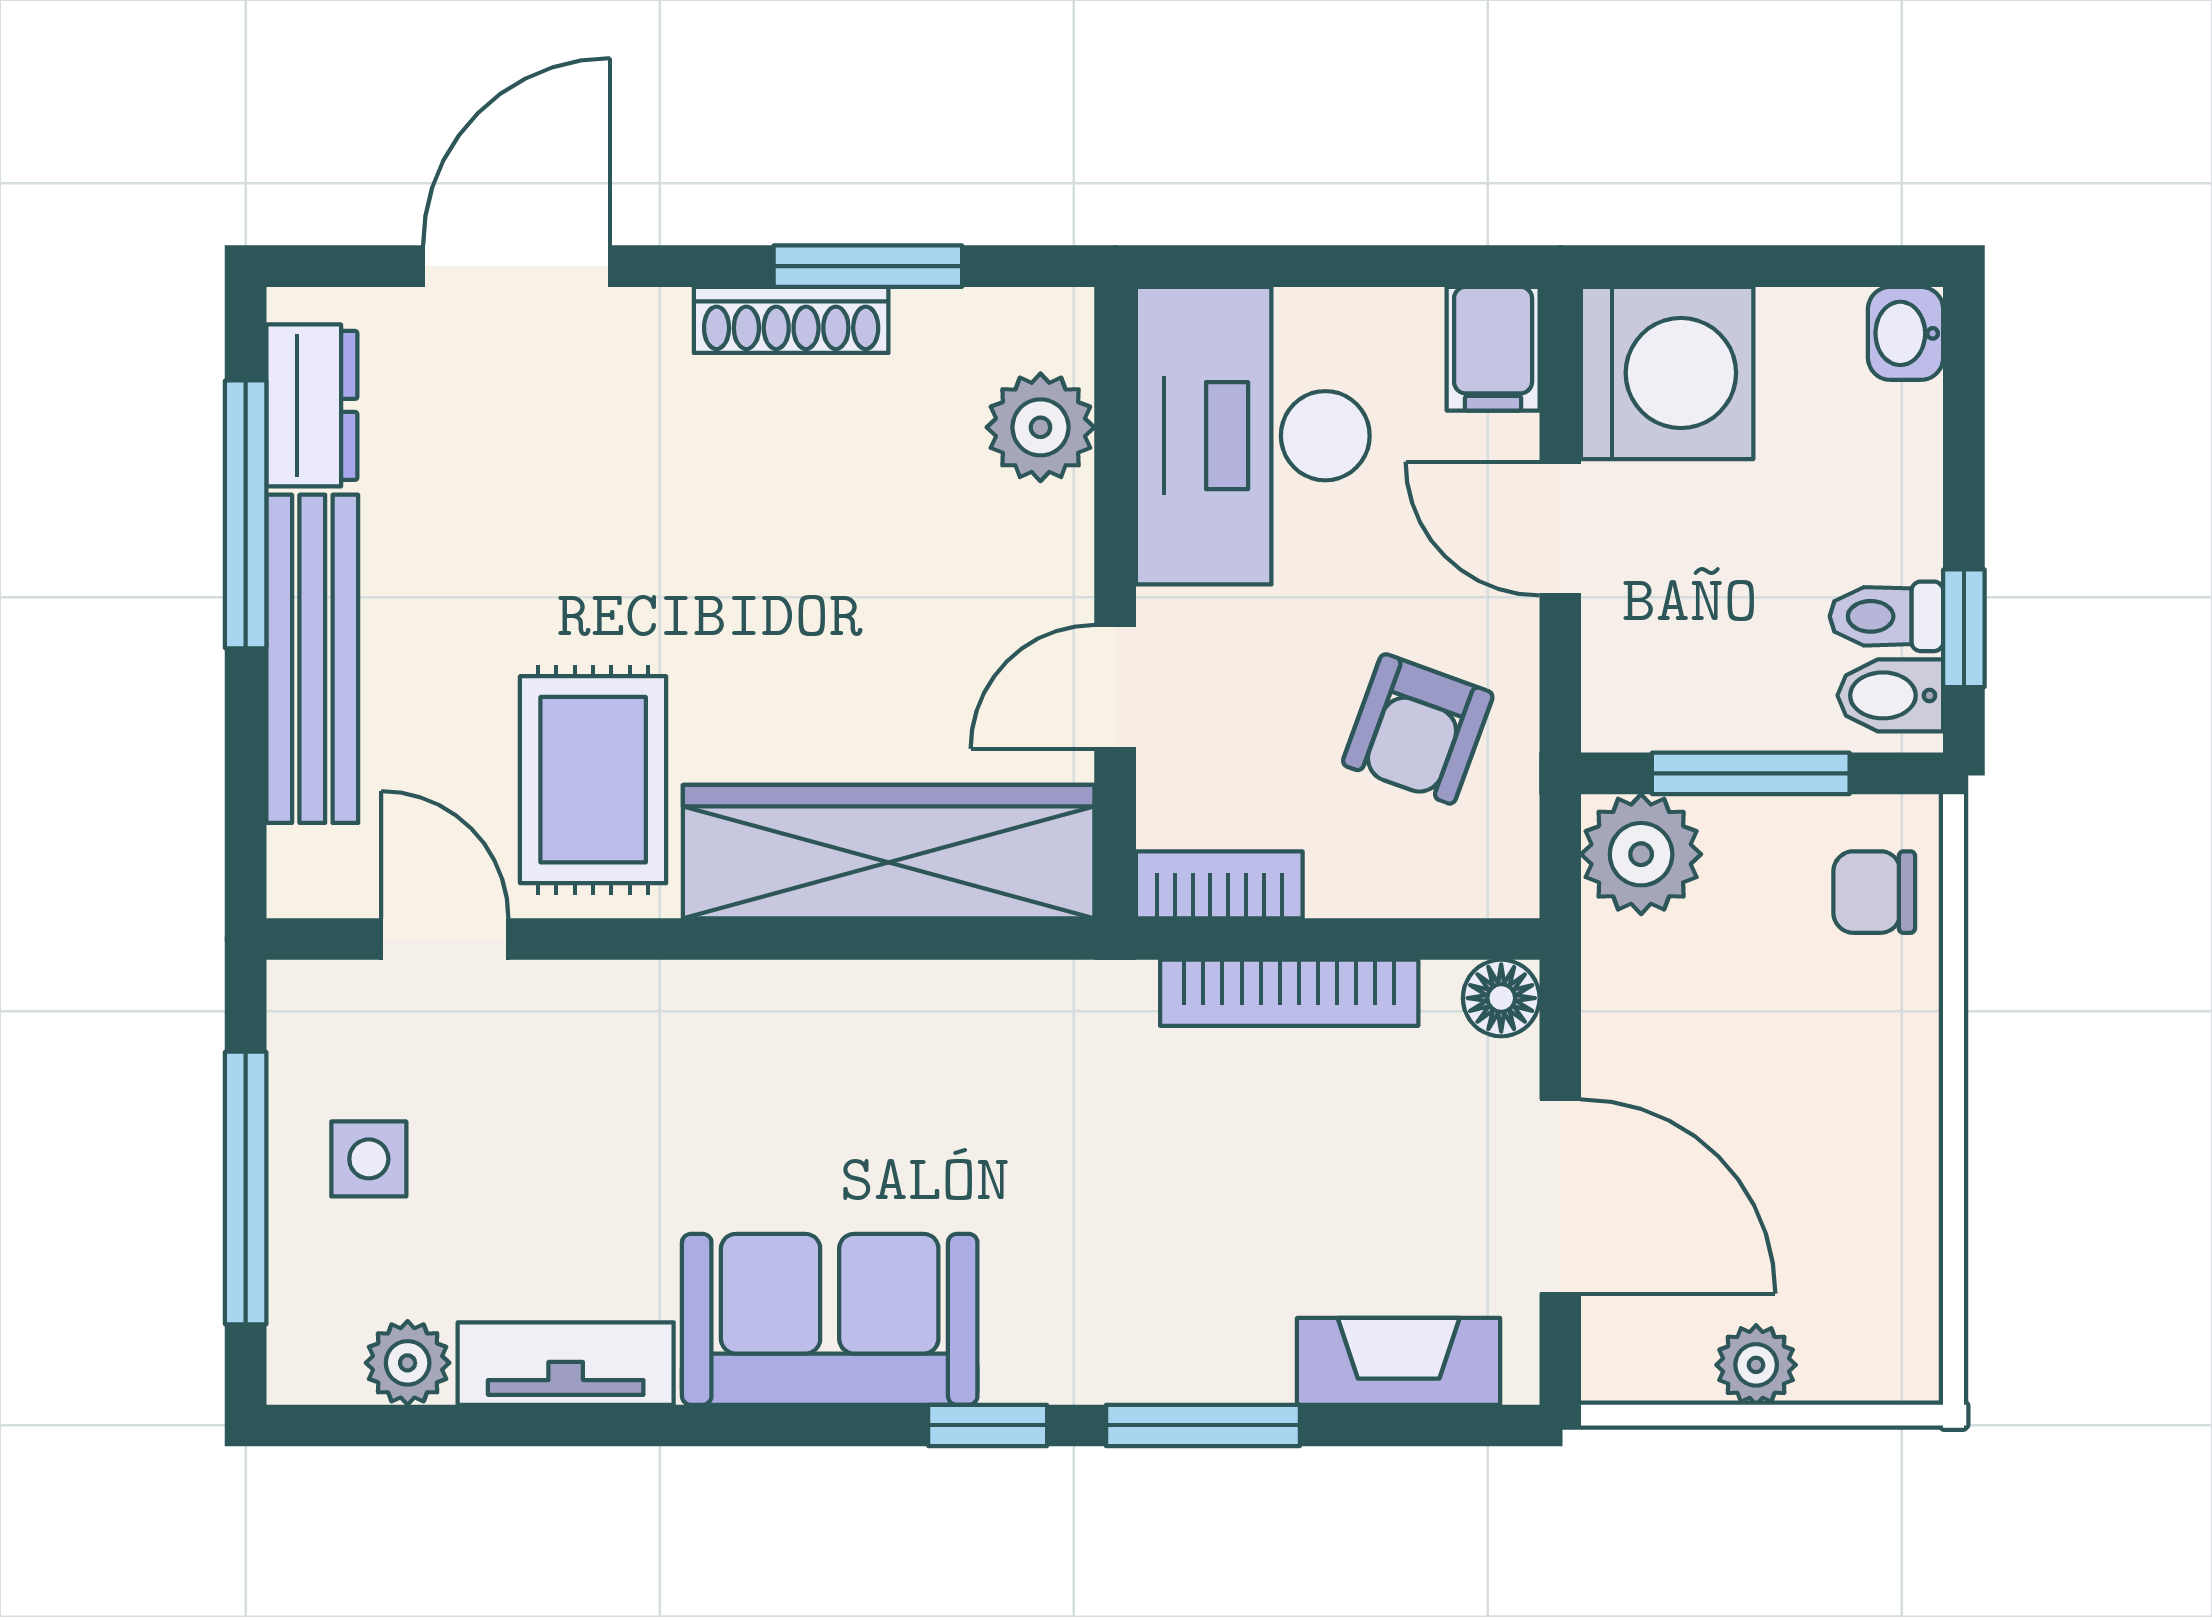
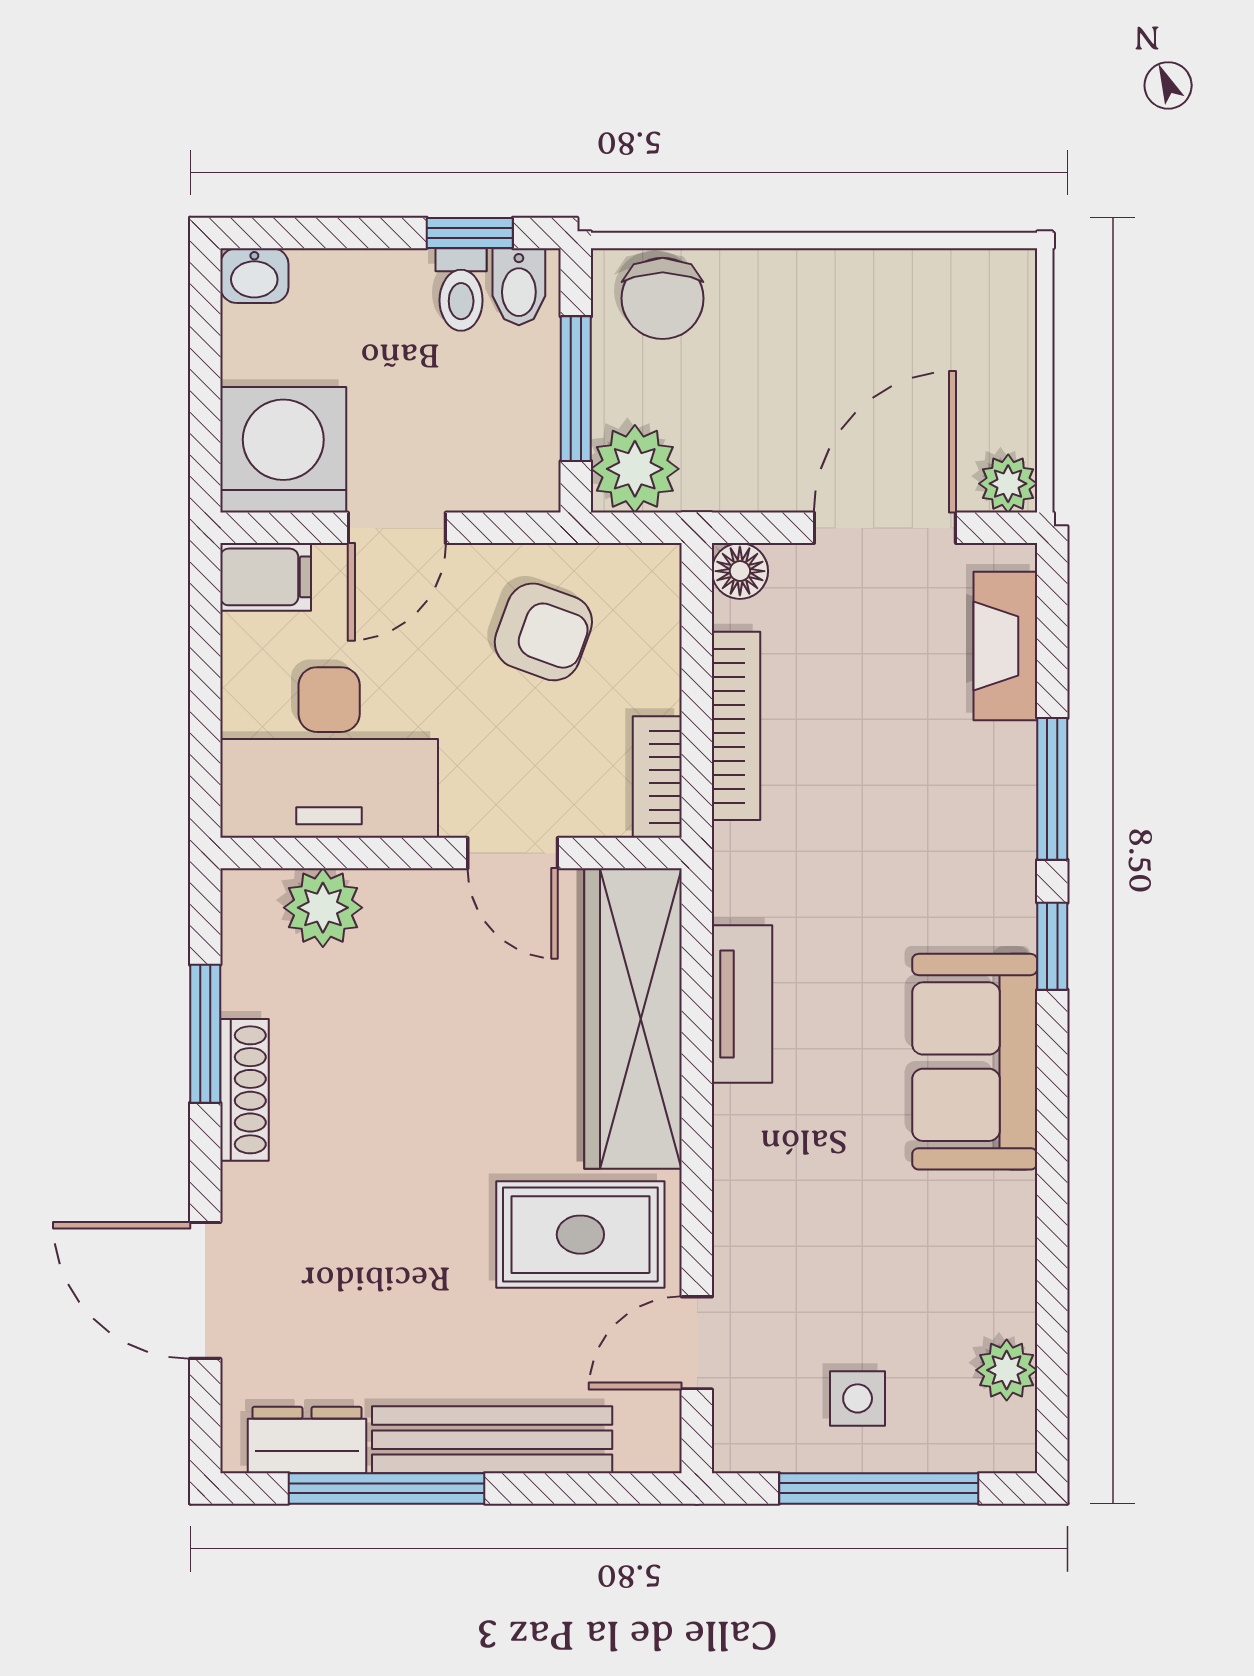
chair: (1874, 892) -> (663, 298), width x1.37, depth x1.37
tv unit: (566, 1364) -> (742, 1004), moved, turned 180
plant: (1756, 1365) -> (1008, 484), moved

